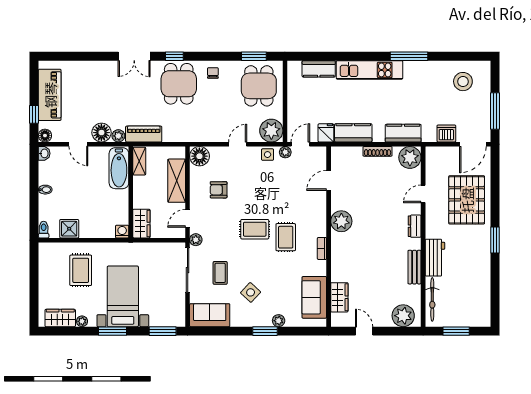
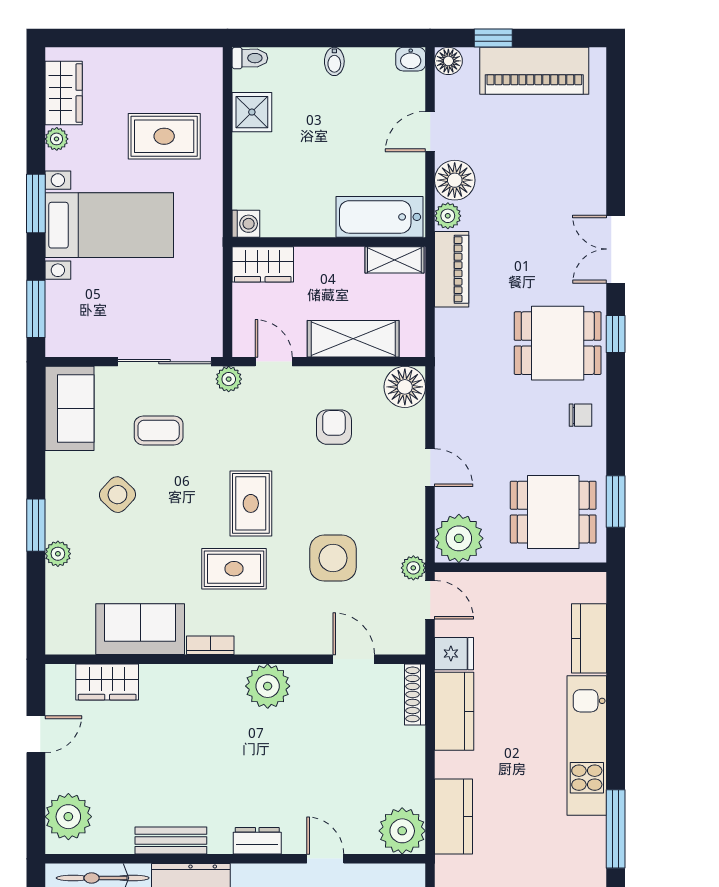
shoe rack: (377, 151) -> (415, 694), moved
side table: (268, 155) -> (333, 558), moved, width x1.87, depth x1.87
sofa: (314, 297) -> (140, 629), moved

